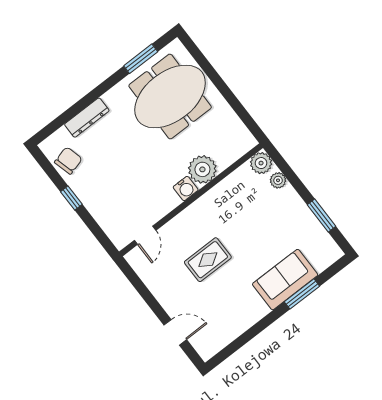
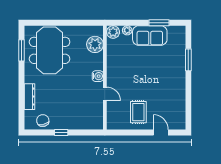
plant: (202, 169) -> (95, 44), moved
door: (145, 235) -> (105, 94), moved
rug: (208, 260) -> (138, 112), moved
sofa: (285, 280) -> (150, 36), moved, turned -90
door: (175, 332) -> (161, 133), hinge flipped

